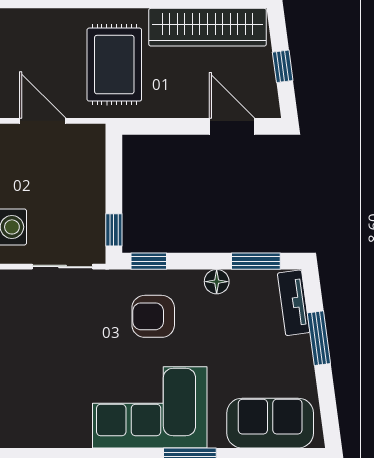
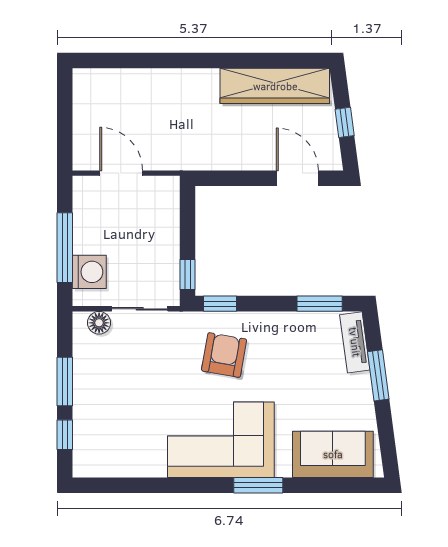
rug: (114, 65) -> (188, 121), removed
floor lamp: (217, 282) -> (99, 323), moved
armchair: (153, 316) -> (224, 355), turned 100

